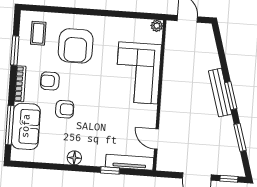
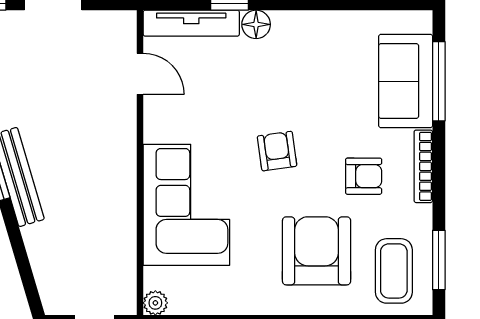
coffee table: (38, 33) -> (394, 271), width x1.36, depth x1.30
window: (15, 50) -> (439, 260), moved
armchair: (65, 109) -> (277, 151), moved, turned 82
floor lamp: (74, 158) -> (256, 24), moved

